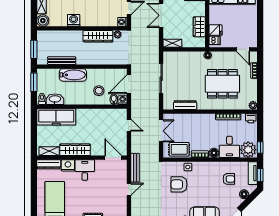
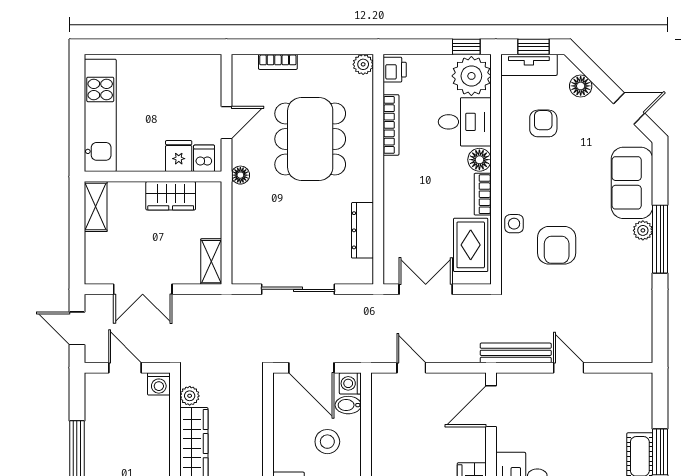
door: (243, 49) -> (226, 123), moved
door: (129, 125) -> (411, 368), hinge flipped

